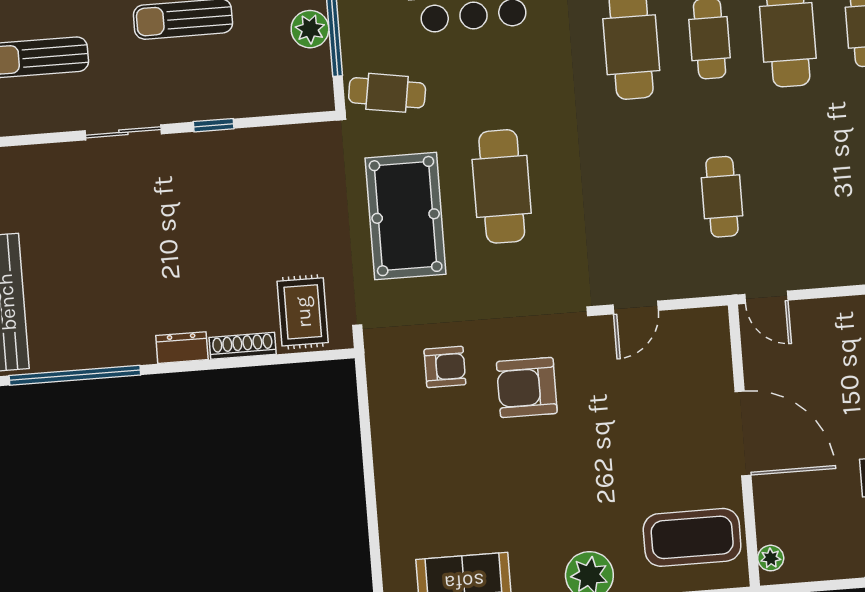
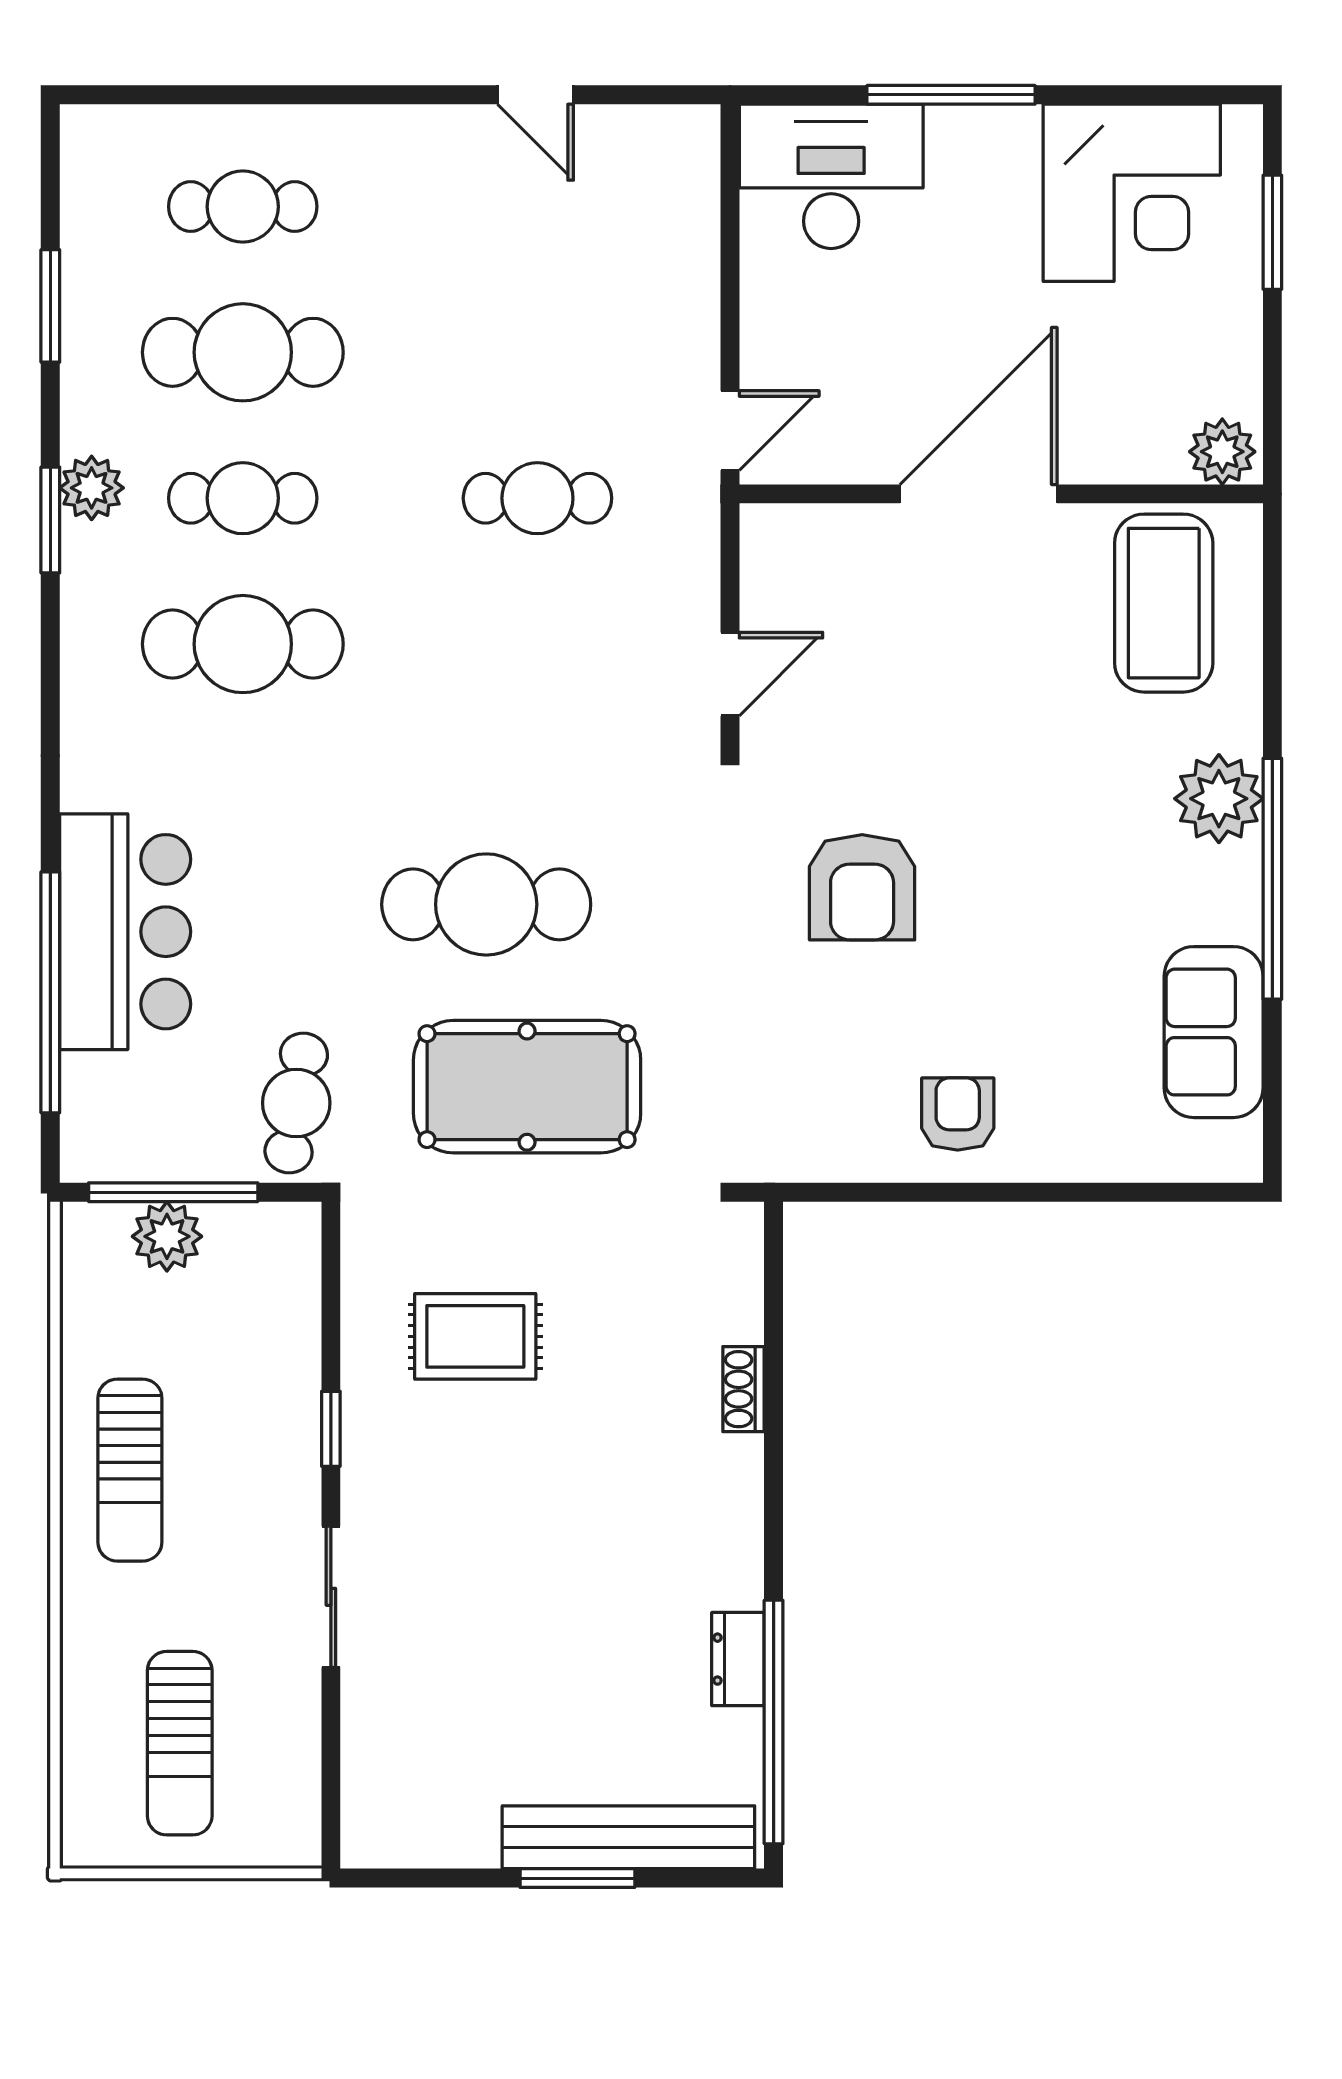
door: (636, 308) -> (730, 674), hinge flipped
rug: (303, 312) -> (475, 1336), moved
shoe rack: (243, 346) -> (744, 1389), width x0.70
dresser: (182, 348) -> (738, 1659), moved
armchair: (445, 367) -> (958, 1114), moved
plant: (771, 558) -> (1222, 452), width x1.38, depth x1.38

